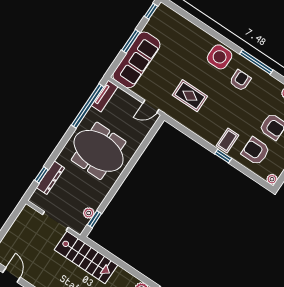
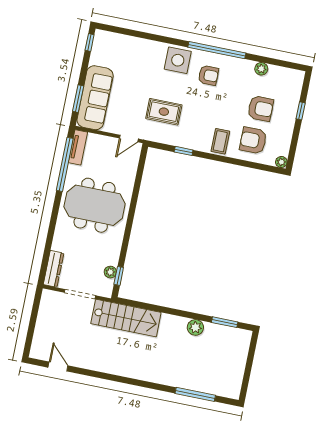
window: (131, 41) -> (78, 99), moved
window: (256, 62) -> (217, 50), width x1.46
armchair: (240, 80) -> (208, 75), turned 90
window: (223, 156) -> (184, 151), moved
window: (41, 175) -> (47, 253), removed
dresser: (50, 178) -> (54, 269), moved

